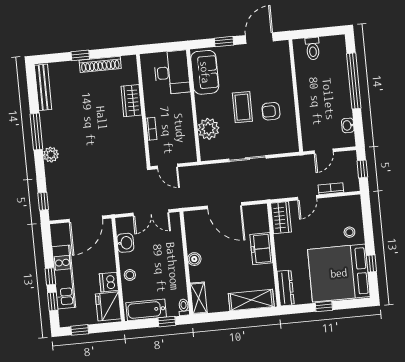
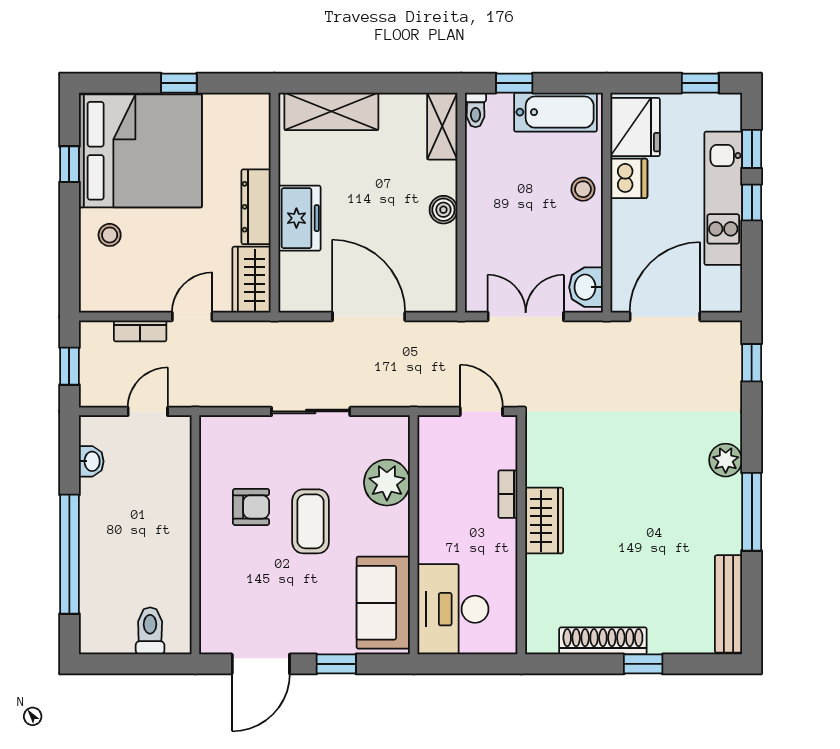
wardrobe: (131, 101) -> (544, 521), moved
washbasin: (125, 243) -> (586, 287), moved
dresser: (286, 288) -> (256, 207), moved

